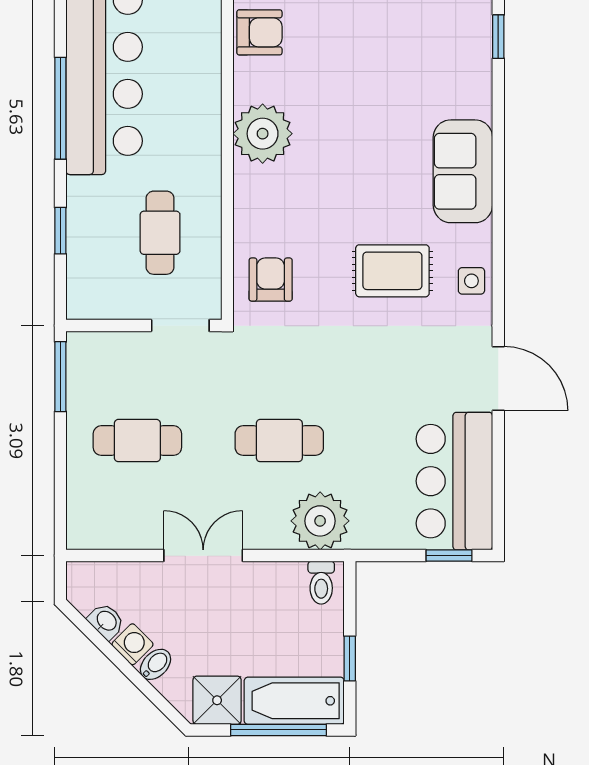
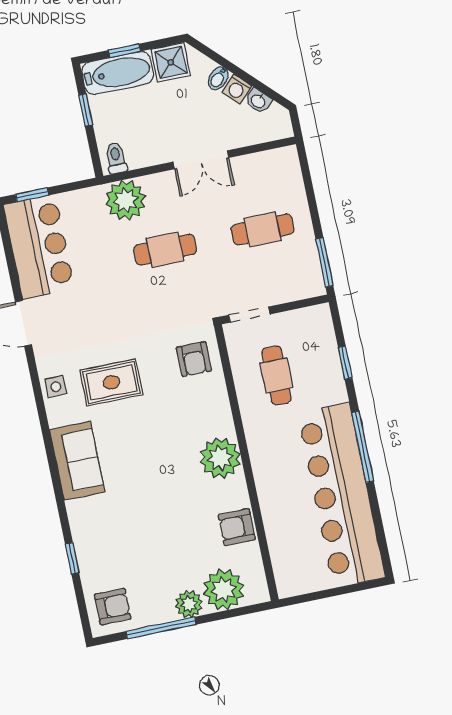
window: (279, 730) -> (124, 51), width x0.46

